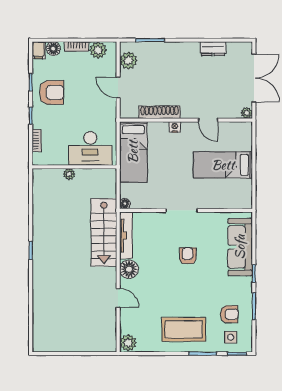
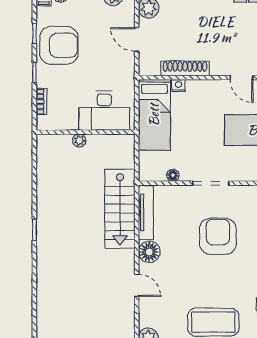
armchair: (52, 92) -> (59, 45), width x1.36, depth x1.36
nightstand: (175, 127) -> (178, 86), moved
floor lamp: (125, 204) -> (173, 175), moved
armchair: (188, 256) -> (218, 236), width x1.88, depth x1.88

